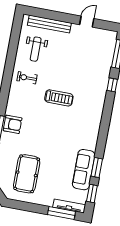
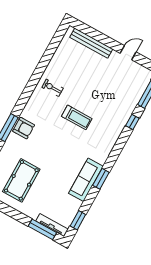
weight bench: (36, 49) -> (70, 63), removed
window: (97, 167) -> (101, 179), moved
sofa: (84, 170) -> (86, 180), moved

